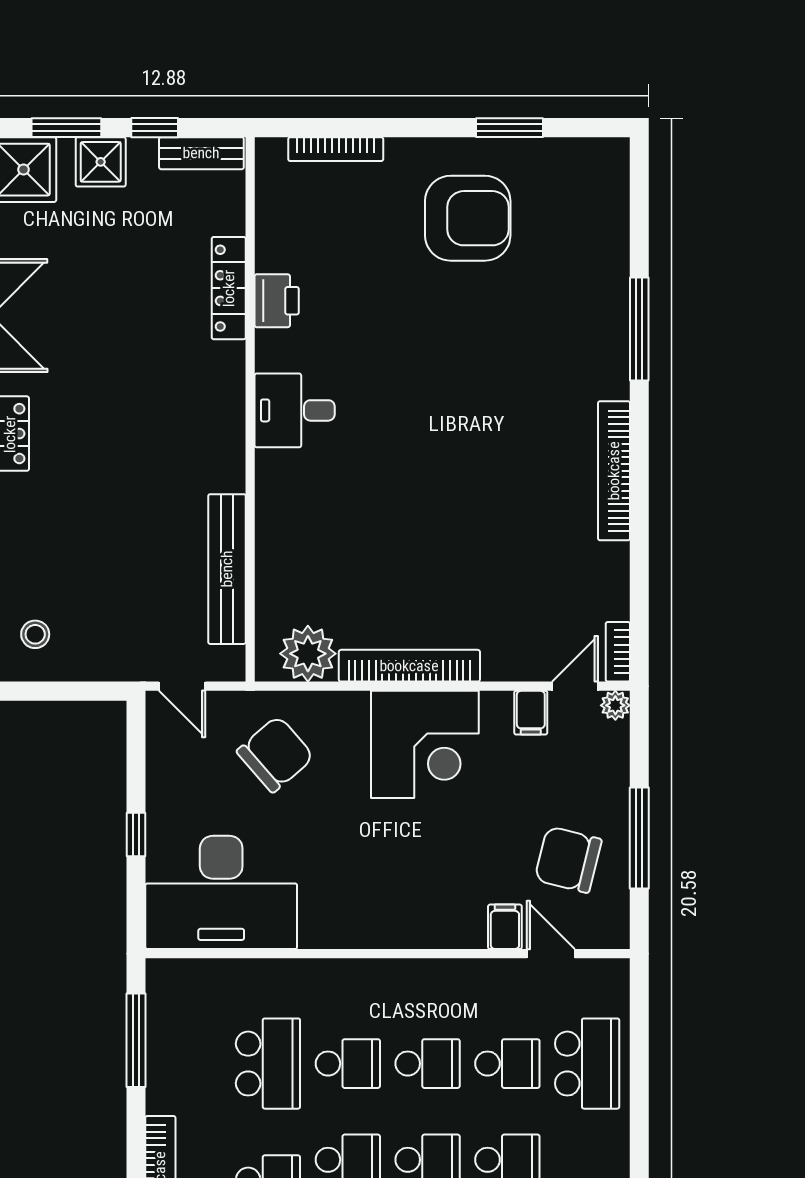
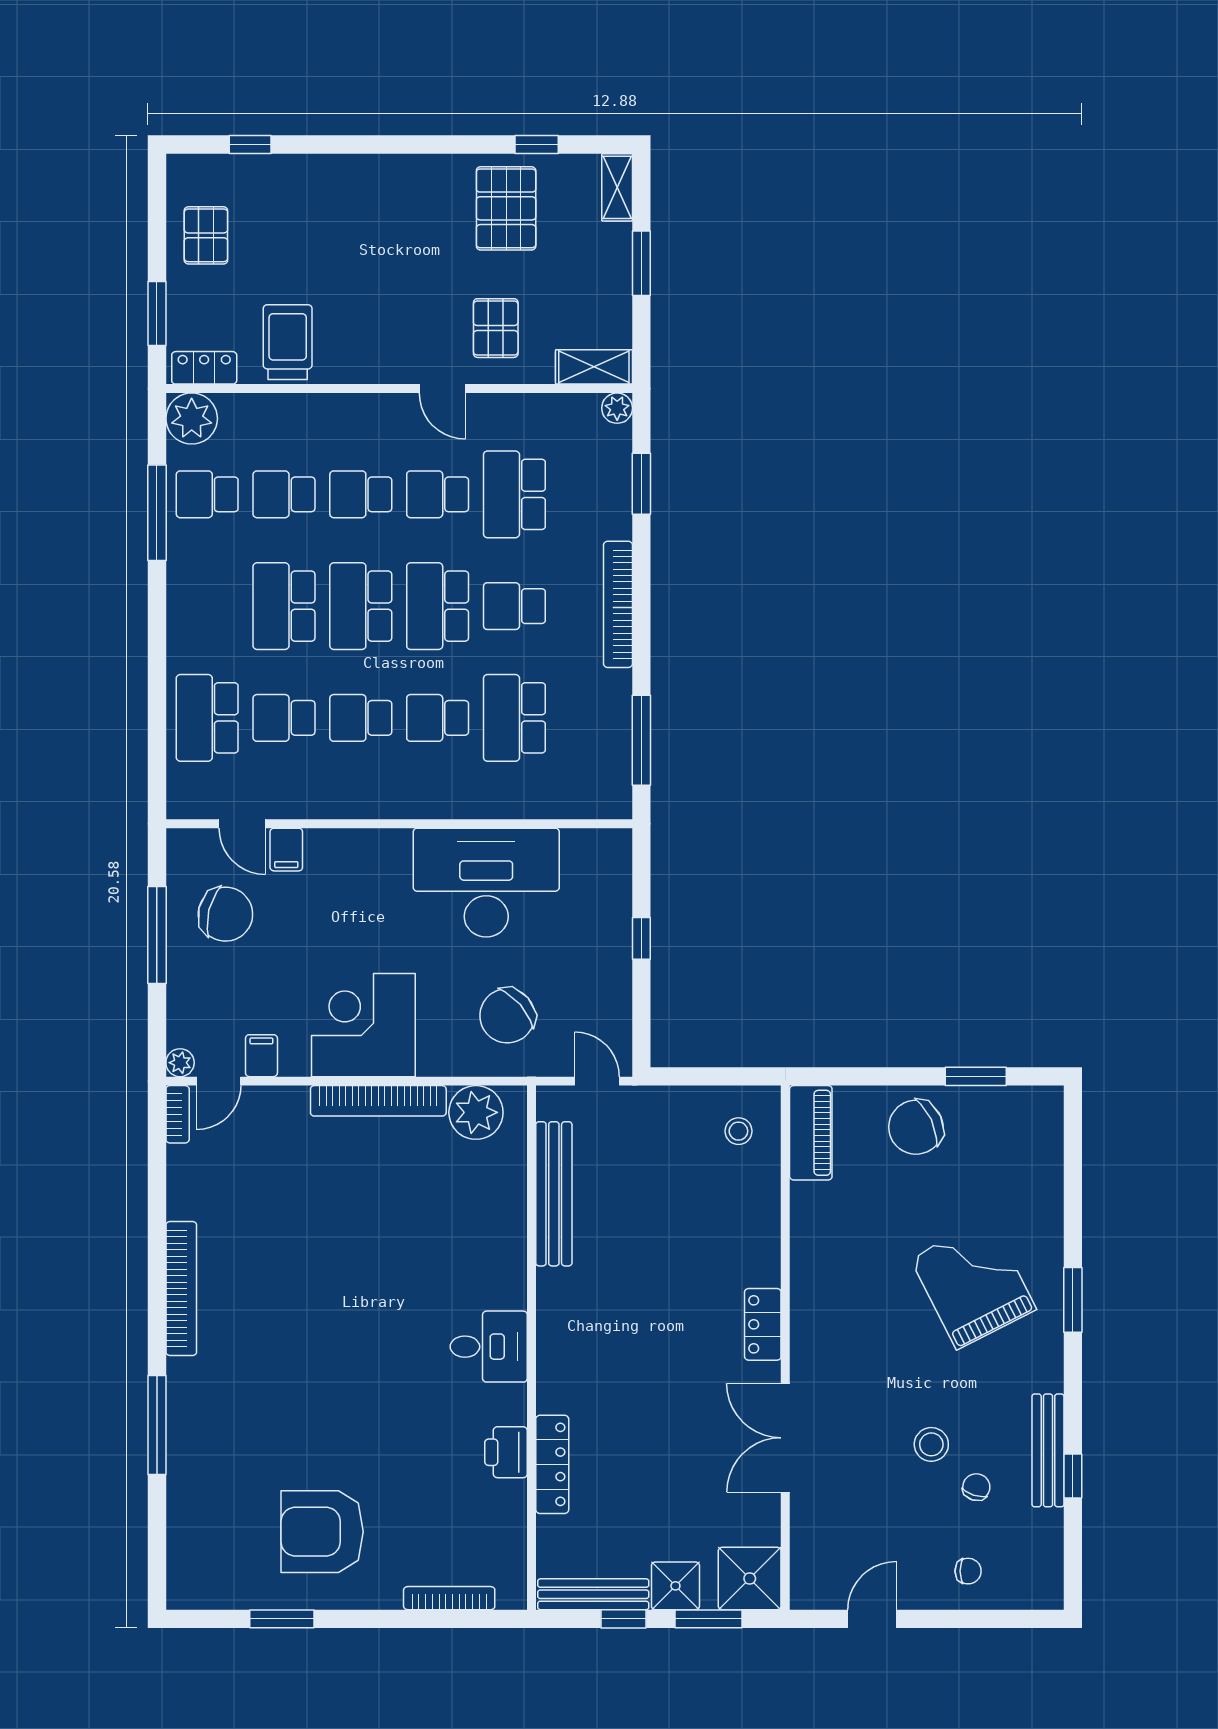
bench: (201, 153) -> (593, 1594), width x1.36
desk: (221, 892) -> (486, 883), moved

